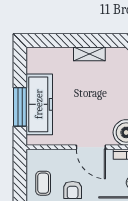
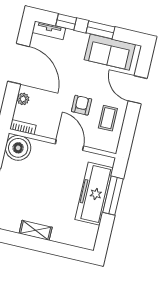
door: (91, 147) -> (69, 145), moved

